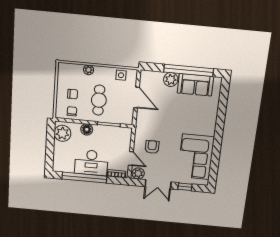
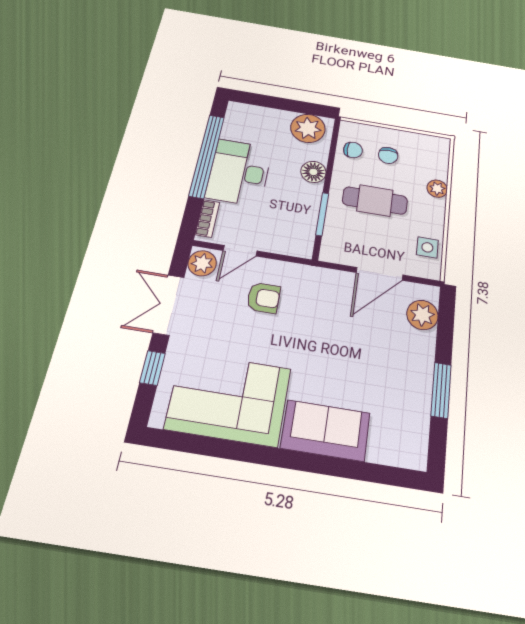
window: (189, 70) -> (441, 390), width x0.47
plant: (171, 80) -> (422, 315), moved
sofa: (195, 85) -> (326, 430), moved, turned 90

